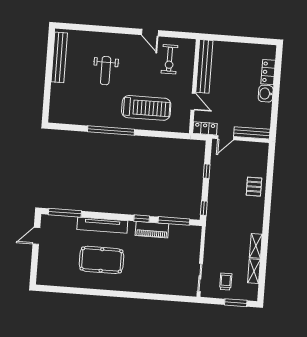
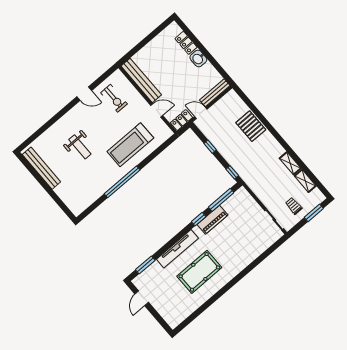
treadmill: (146, 108) -> (130, 145), turned 180
door: (226, 138) -> (201, 113), swing flipped
pallet: (254, 187) -> (251, 126), width x1.50, depth x1.42
window: (65, 213) -> (145, 265), width x0.69

